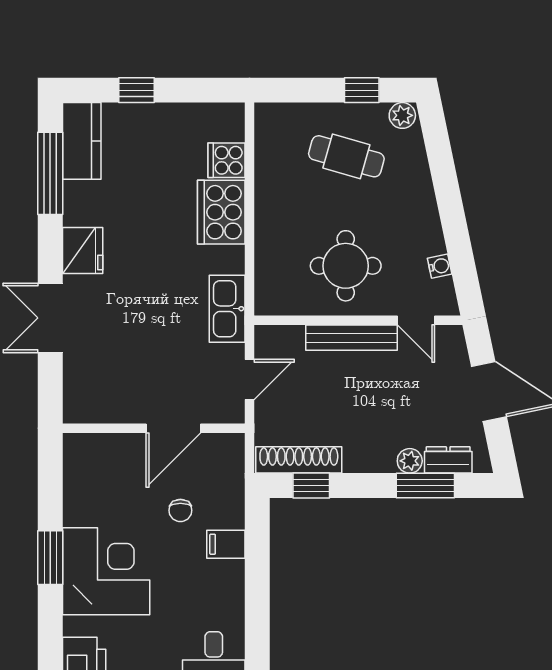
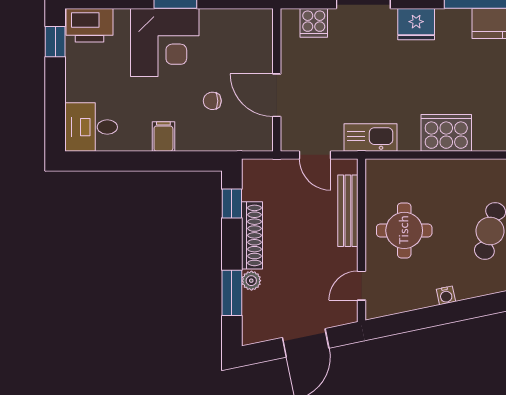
cooker: (226, 160) -> (314, 23), moved, turned 180
water cooler: (440, 266) -> (446, 295), moved
bench: (351, 338) -> (348, 211), moved
shoe rack: (299, 460) -> (252, 235), moved
dresser: (448, 460) -> (252, 311), removed
filing cabinet: (226, 544) -> (163, 137), moved

